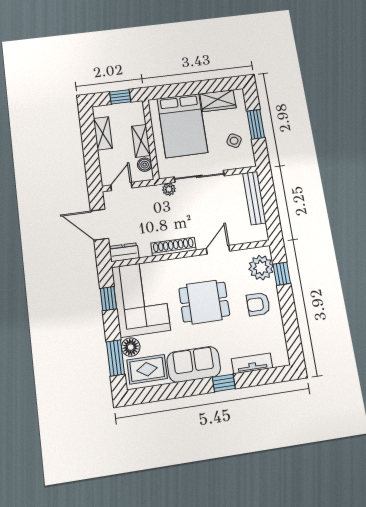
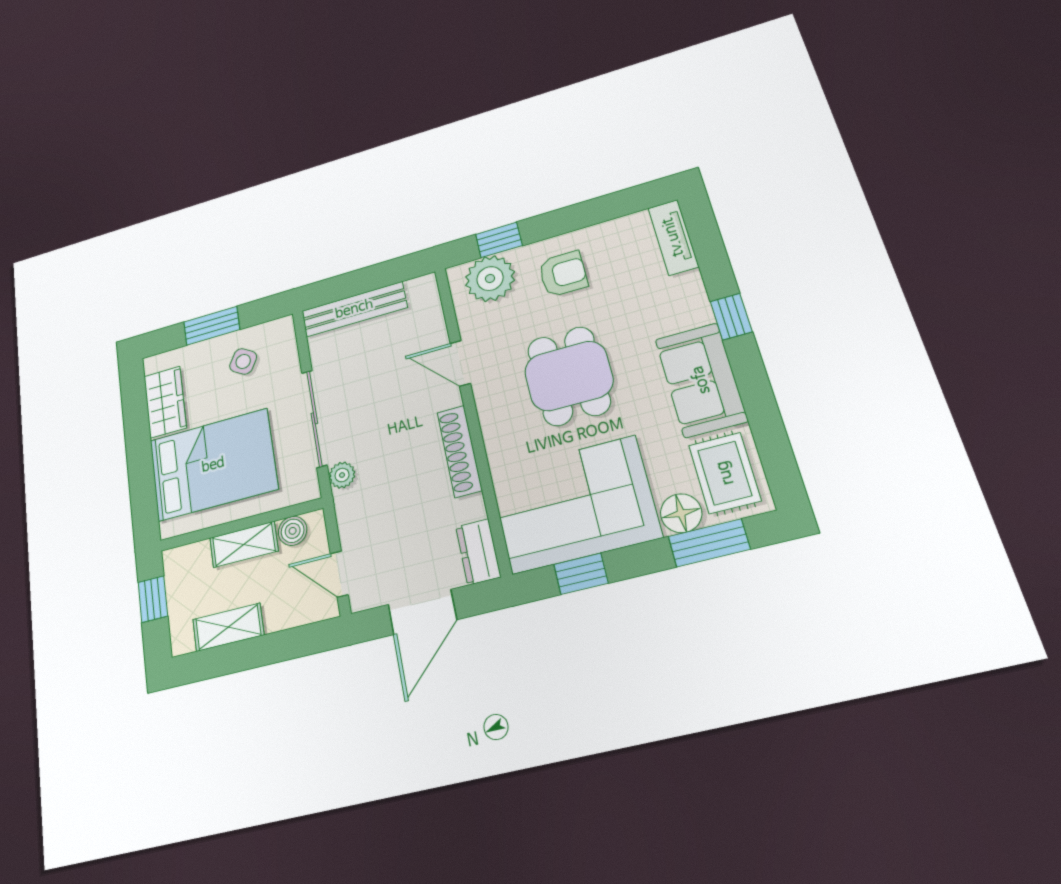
armchair: (258, 304) -> (563, 274), turned -90
tv unit: (252, 363) -> (673, 237), moved

